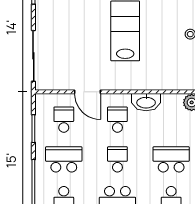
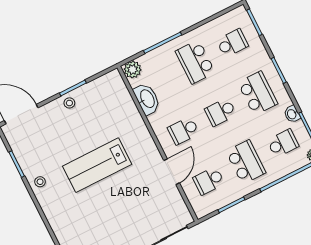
washbasin: (146, 102) -> (147, 99), moved
school desk: (64, 159) -> (246, 162), turned 180

